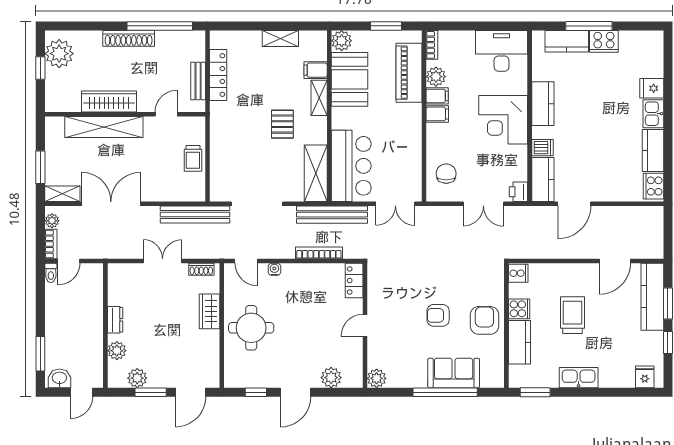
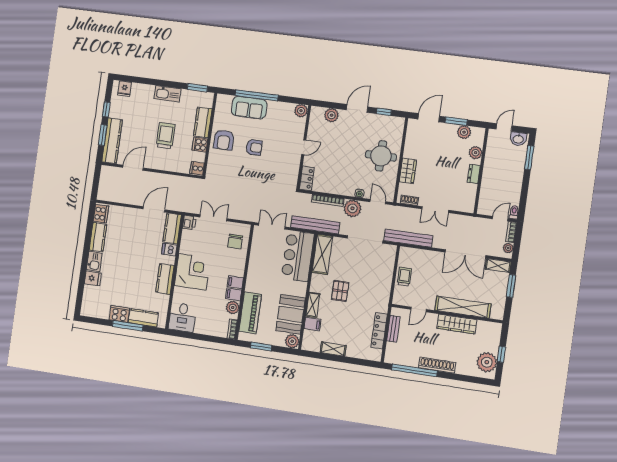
desk: (501, 51) -> (182, 317), width x0.73
plant: (281, 246) -> (352, 208), added
trolley: (572, 315) -> (166, 136), turned 180

